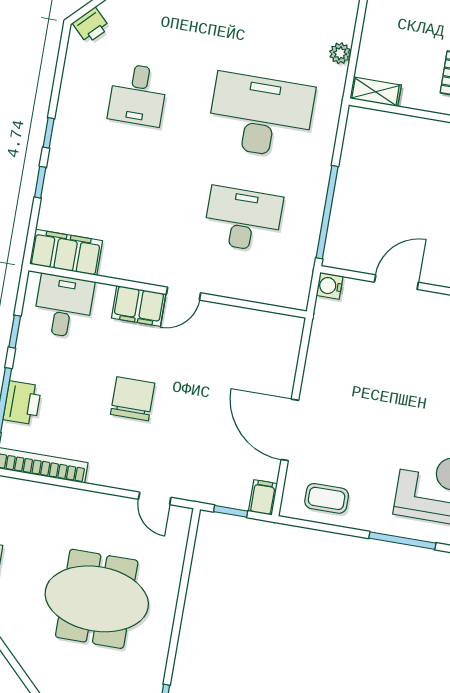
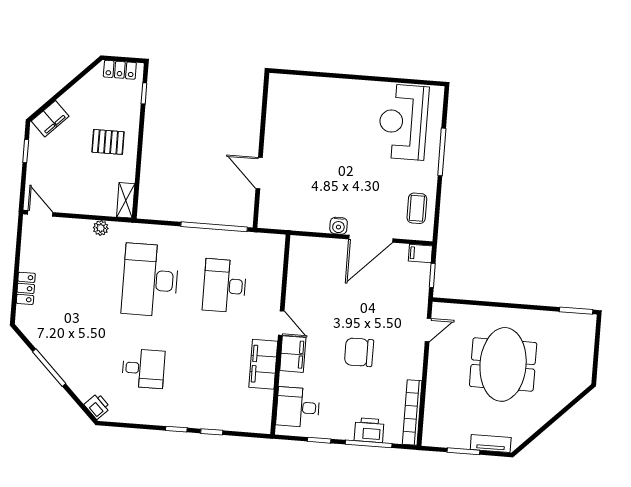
filing cabinet: (66, 252) -> (263, 364), moved
water cooler: (330, 286) -> (339, 226), moved

